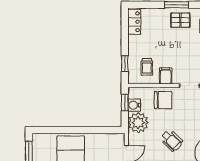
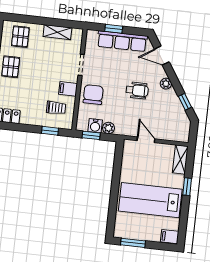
plant: (138, 123) -> (108, 128), width x0.53, depth x0.53
wheelchair: (172, 141) -> (137, 90), turned 46

